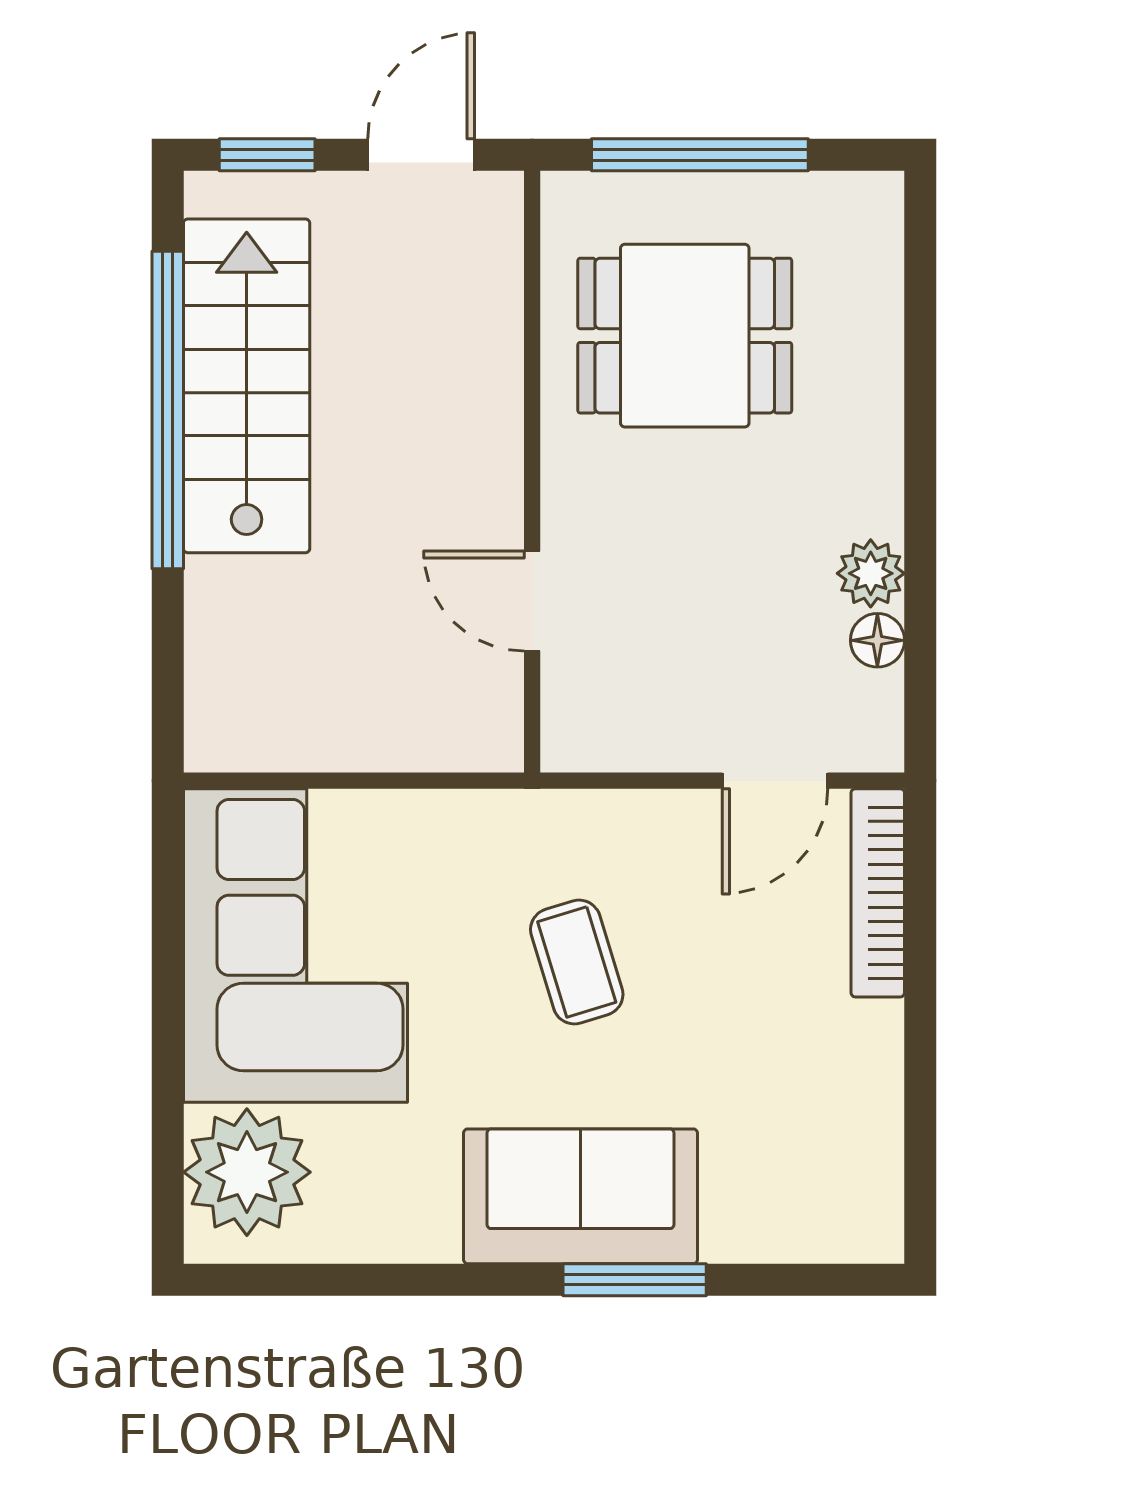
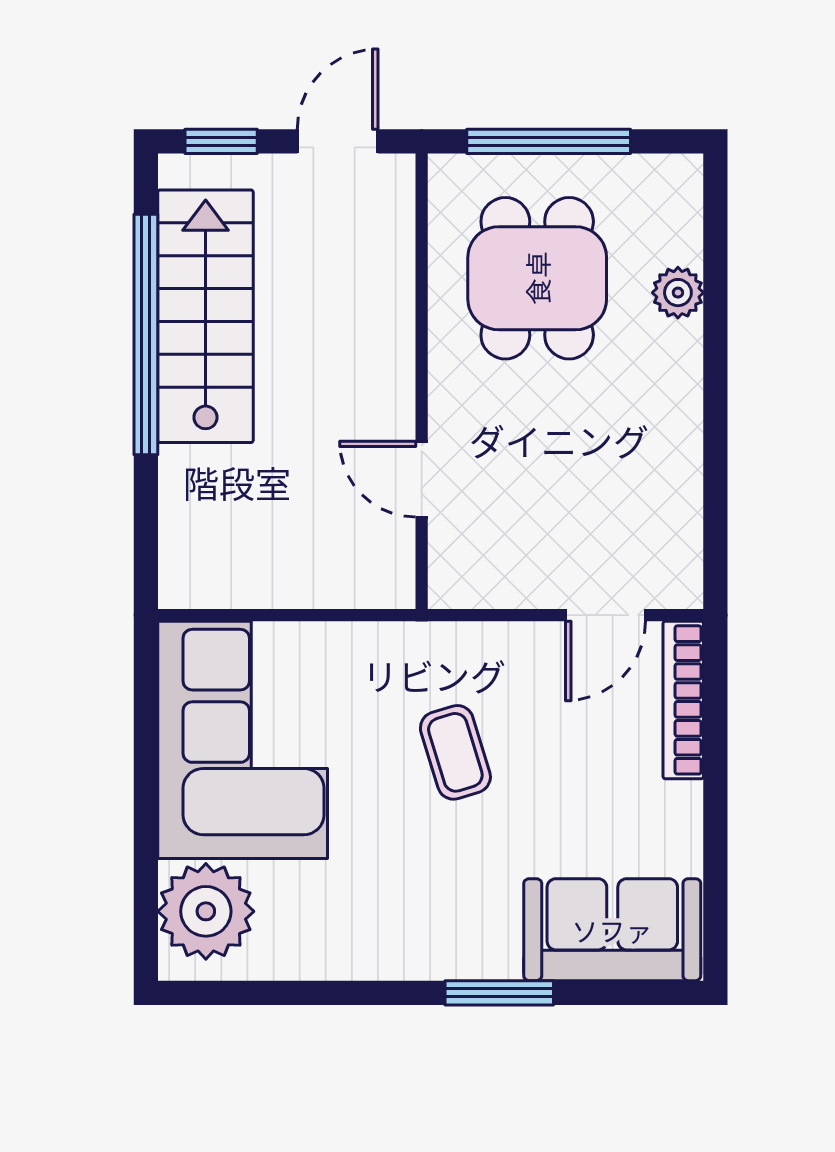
dining table: (685, 336) -> (537, 278), turned 90
plant: (871, 573) -> (678, 293), moved
floor lamp: (877, 640) -> (683, 509), removed
sofa: (580, 1196) -> (612, 930), moved

